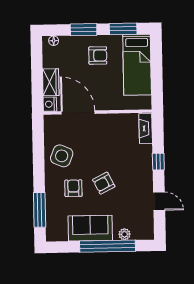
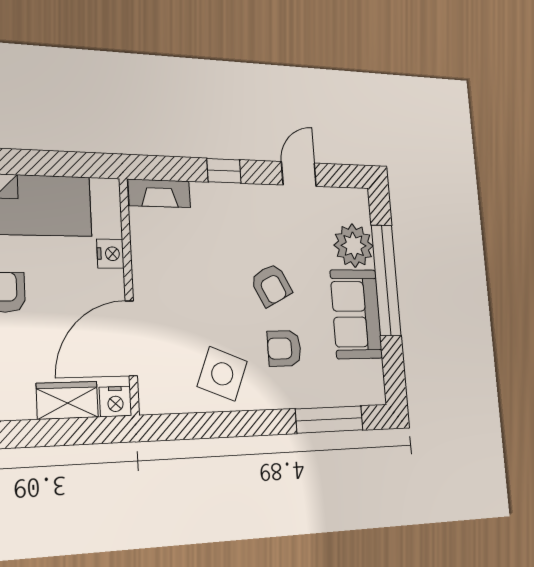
nightstand: (116, 104) -> (110, 254), added
plant: (125, 234) -> (354, 246), width x1.88, depth x1.88

